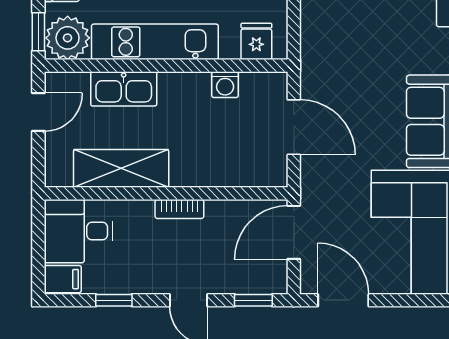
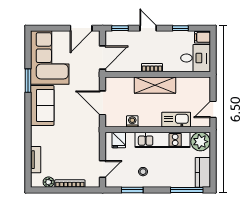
window: (38, 32) -> (213, 144), removed
shelving: (121, 168) -> (155, 85), moved
door: (343, 300) -> (81, 28), hinge flipped

